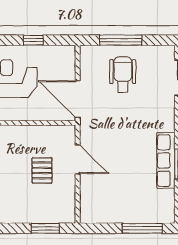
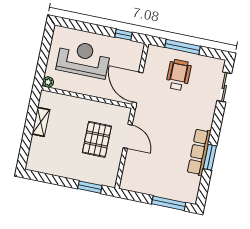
window: (33, 40) -> (123, 35), moved
pallet: (42, 170) -> (97, 139), width x1.50, depth x1.42

